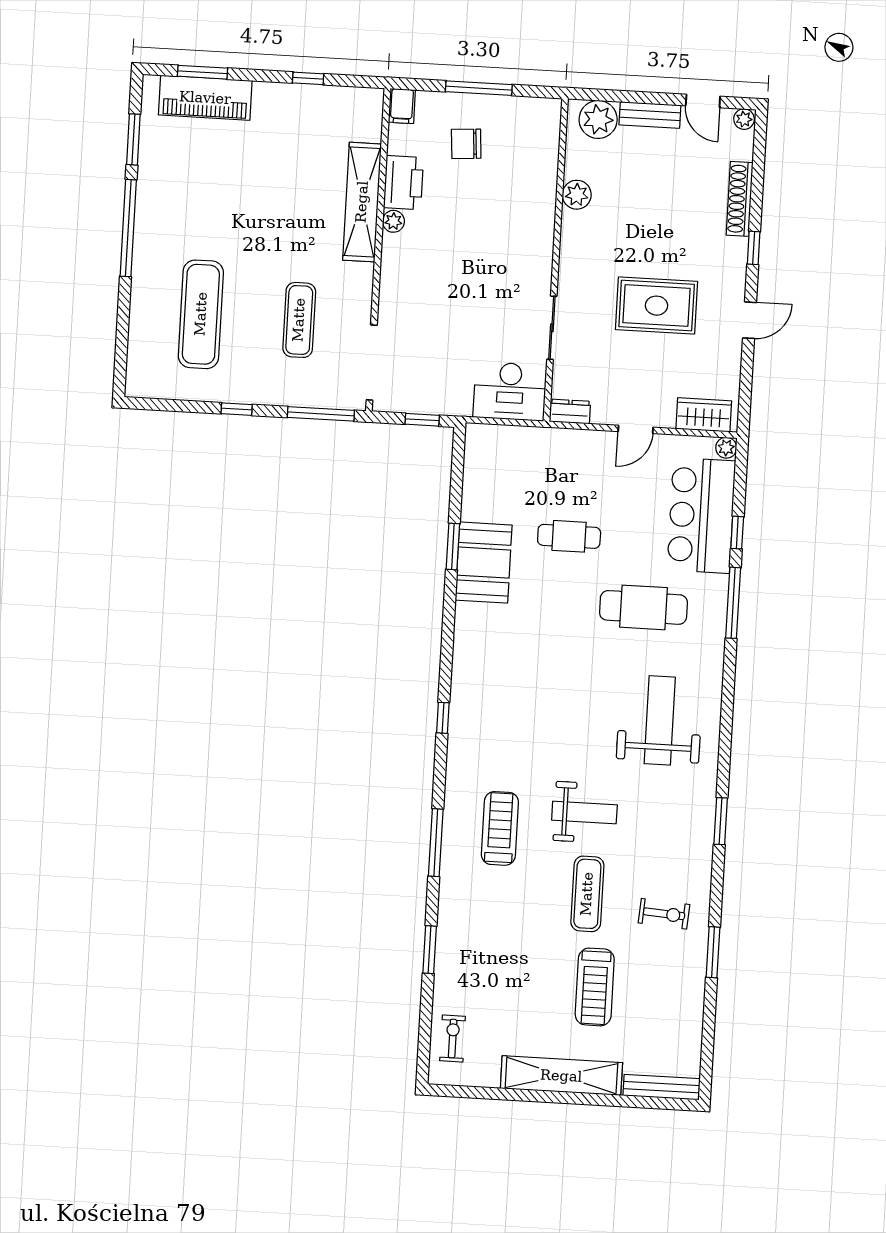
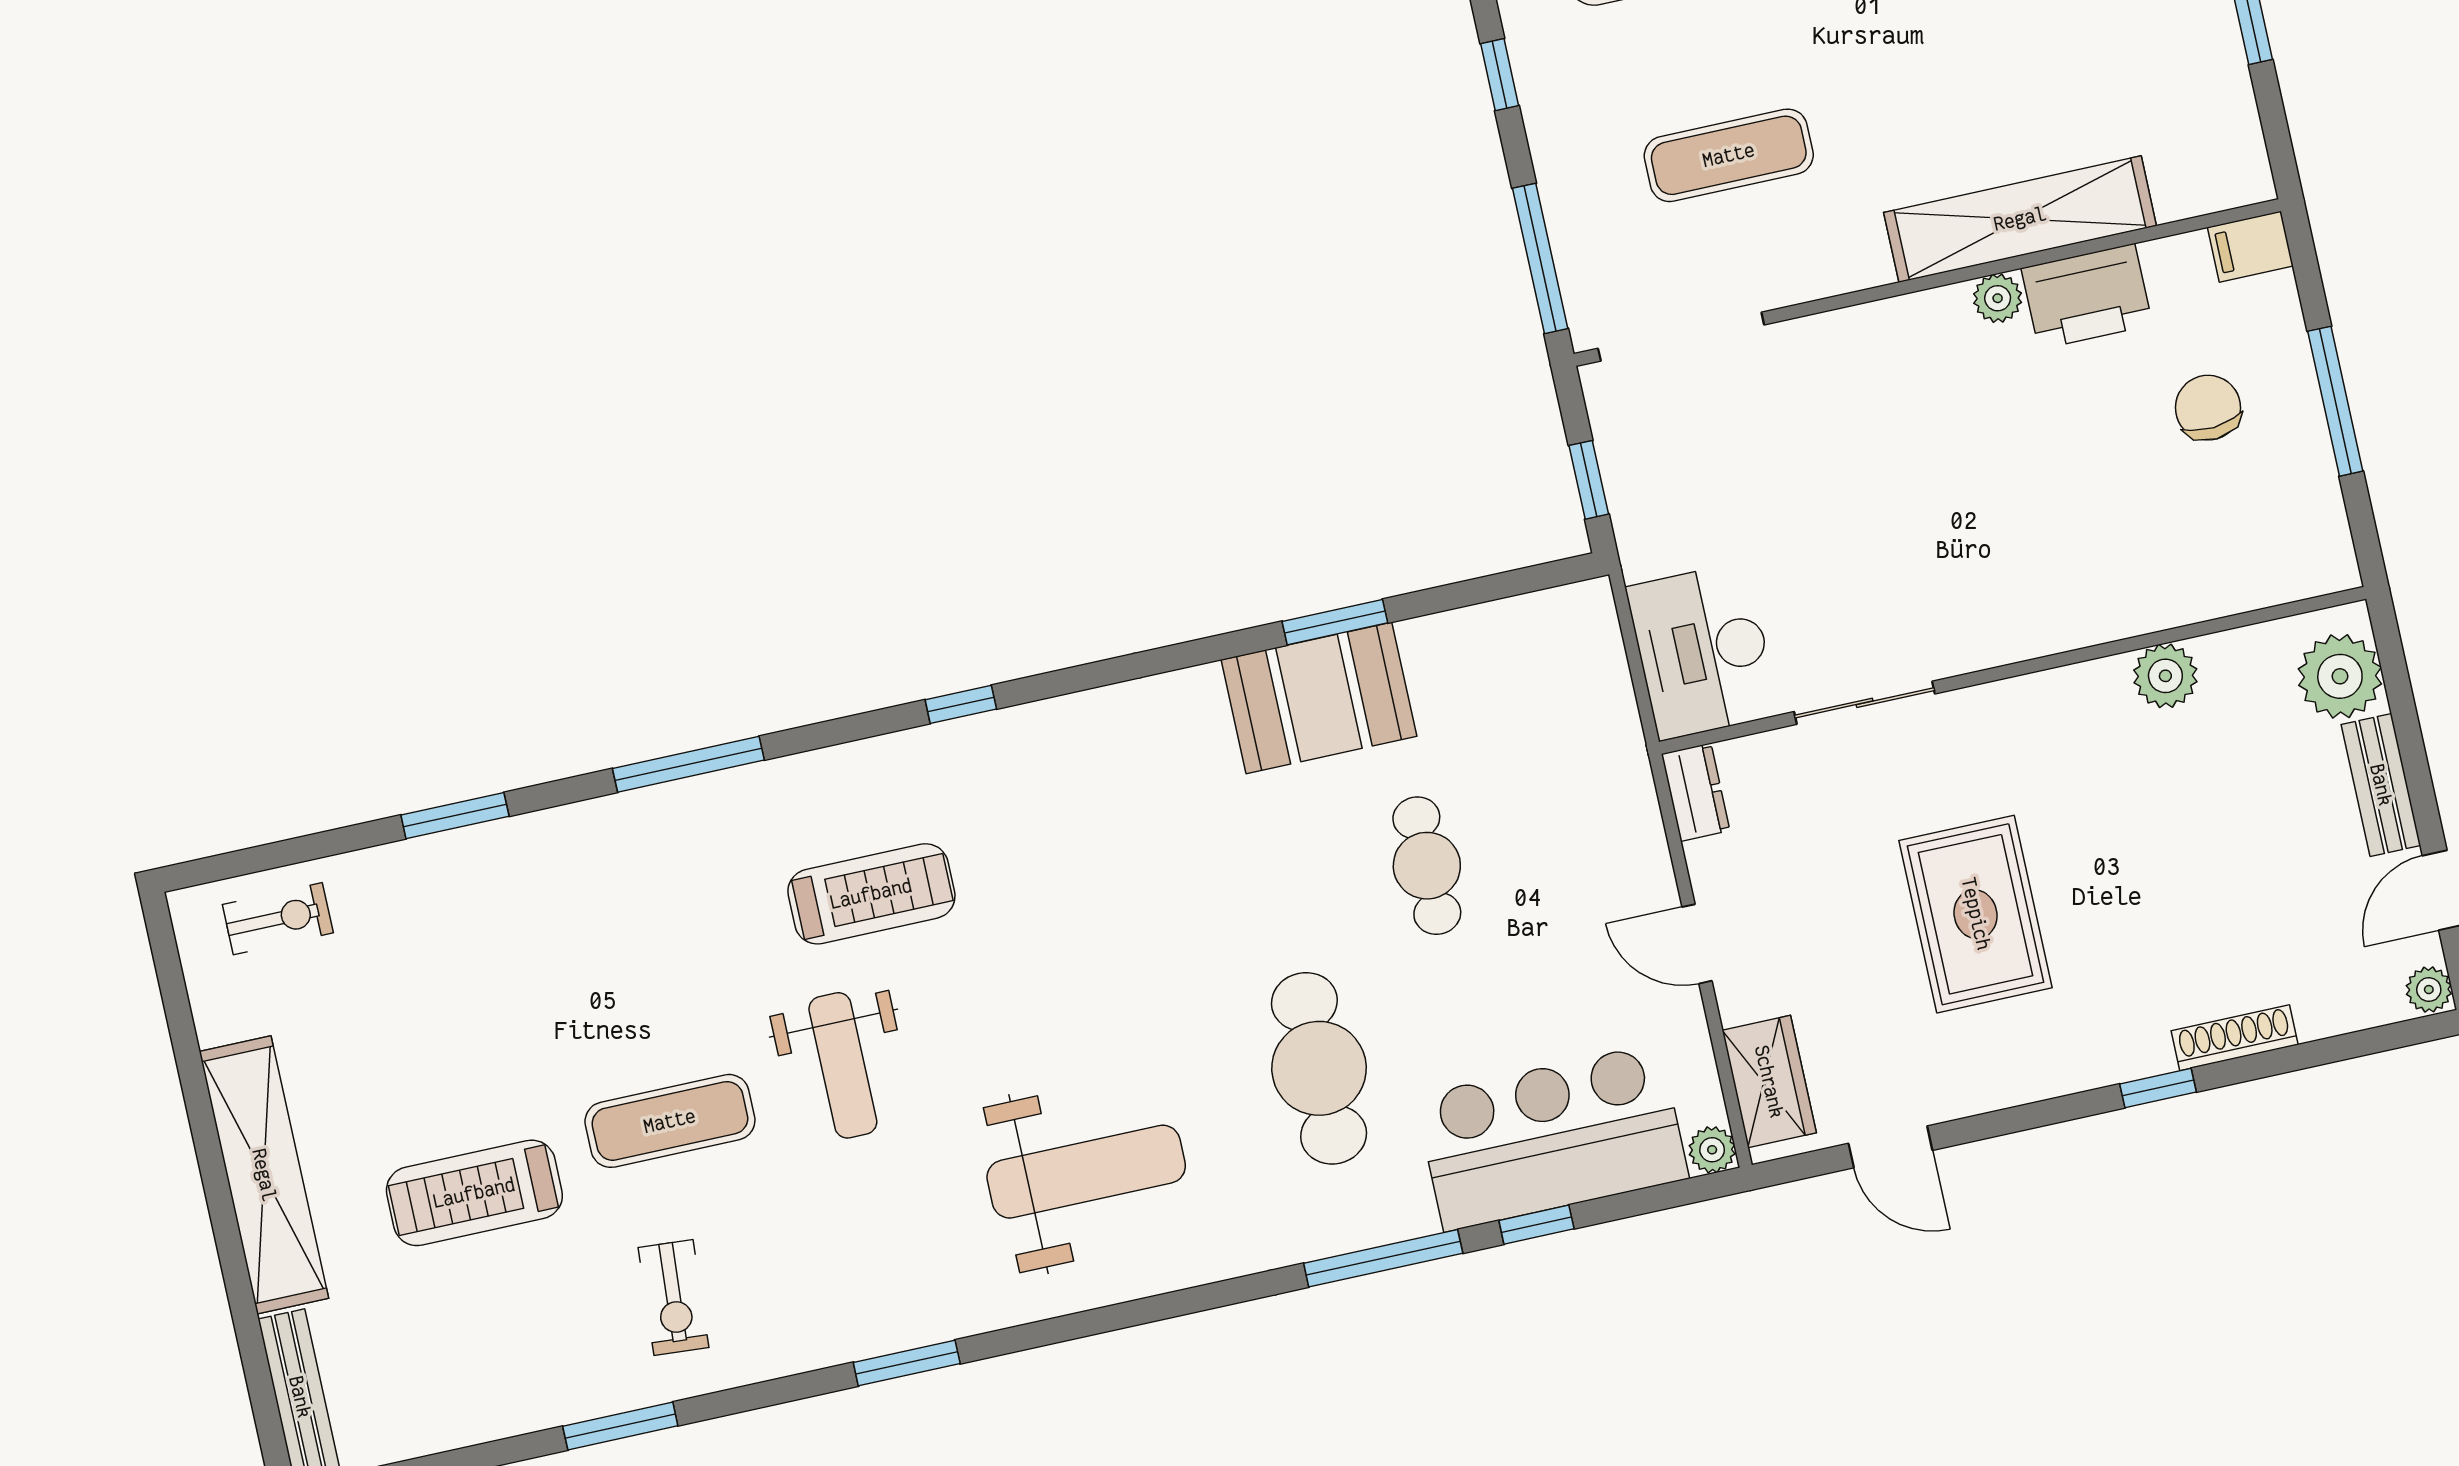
shoe rack: (740, 199) -> (2235, 1038), width x0.74, depth x0.81
door: (749, 320) -> (1890, 1147), moved
treadmill: (500, 828) -> (871, 894), moved

